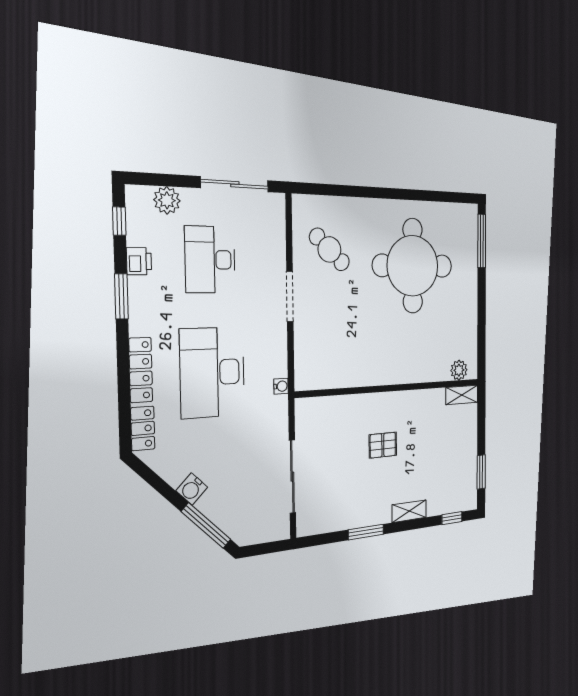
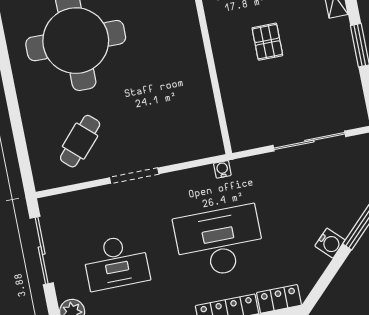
desk: (212, 372) -> (219, 242), turned 180

